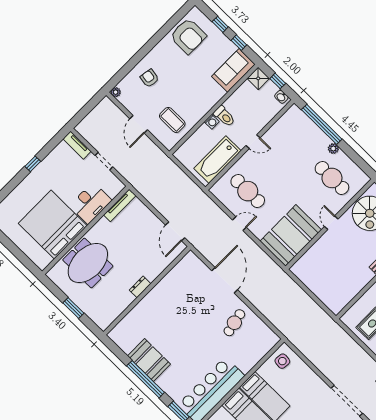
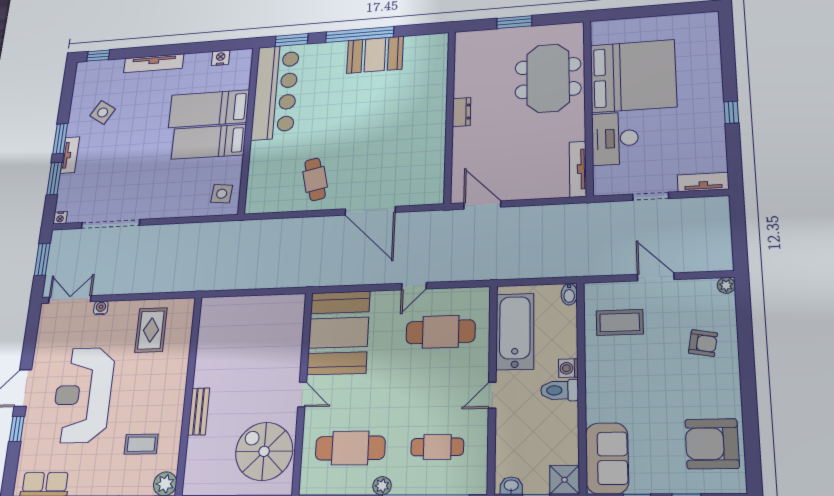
cafe table: (296, 142) -> (437, 447), added
bidet: (180, 153) -> (569, 294), added

